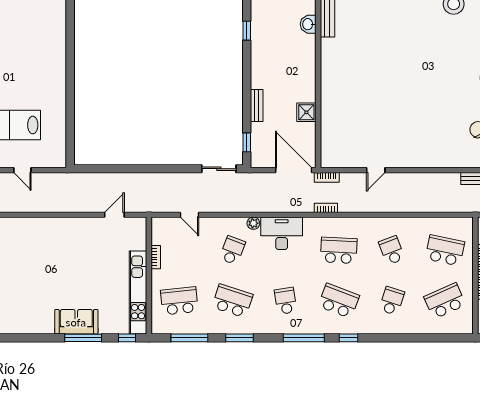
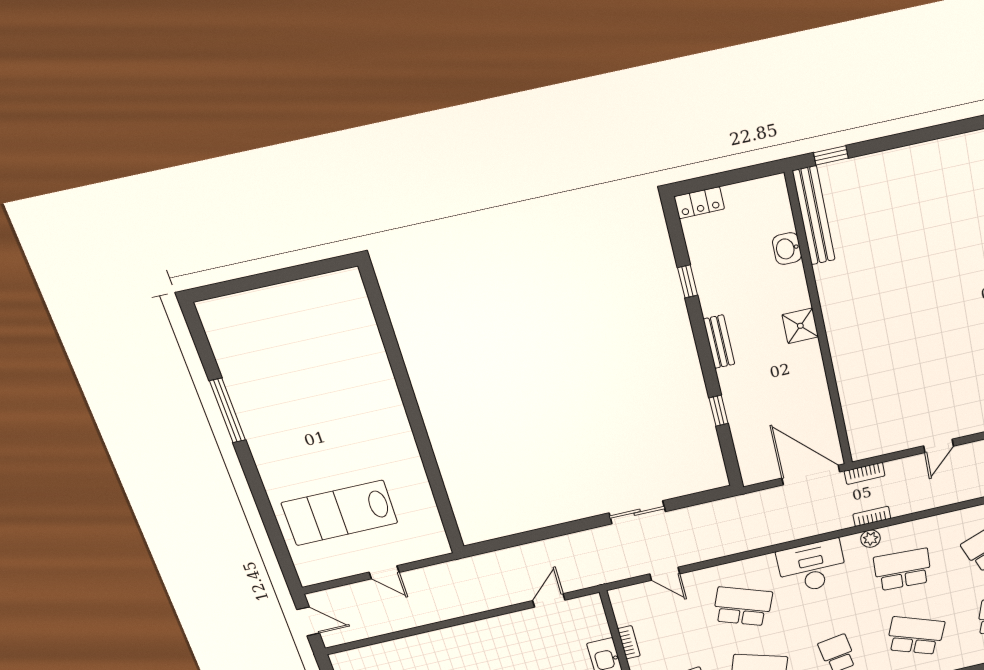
bench: (257, 105) -> (719, 342), moved
shower: (306, 112) -> (800, 326), moved
window: (247, 142) -> (719, 411), moved
sliding door: (219, 169) -> (637, 512), moved
plant: (253, 223) -> (870, 539), moved
school desk: (232, 250) -> (743, 606), width x1.85

